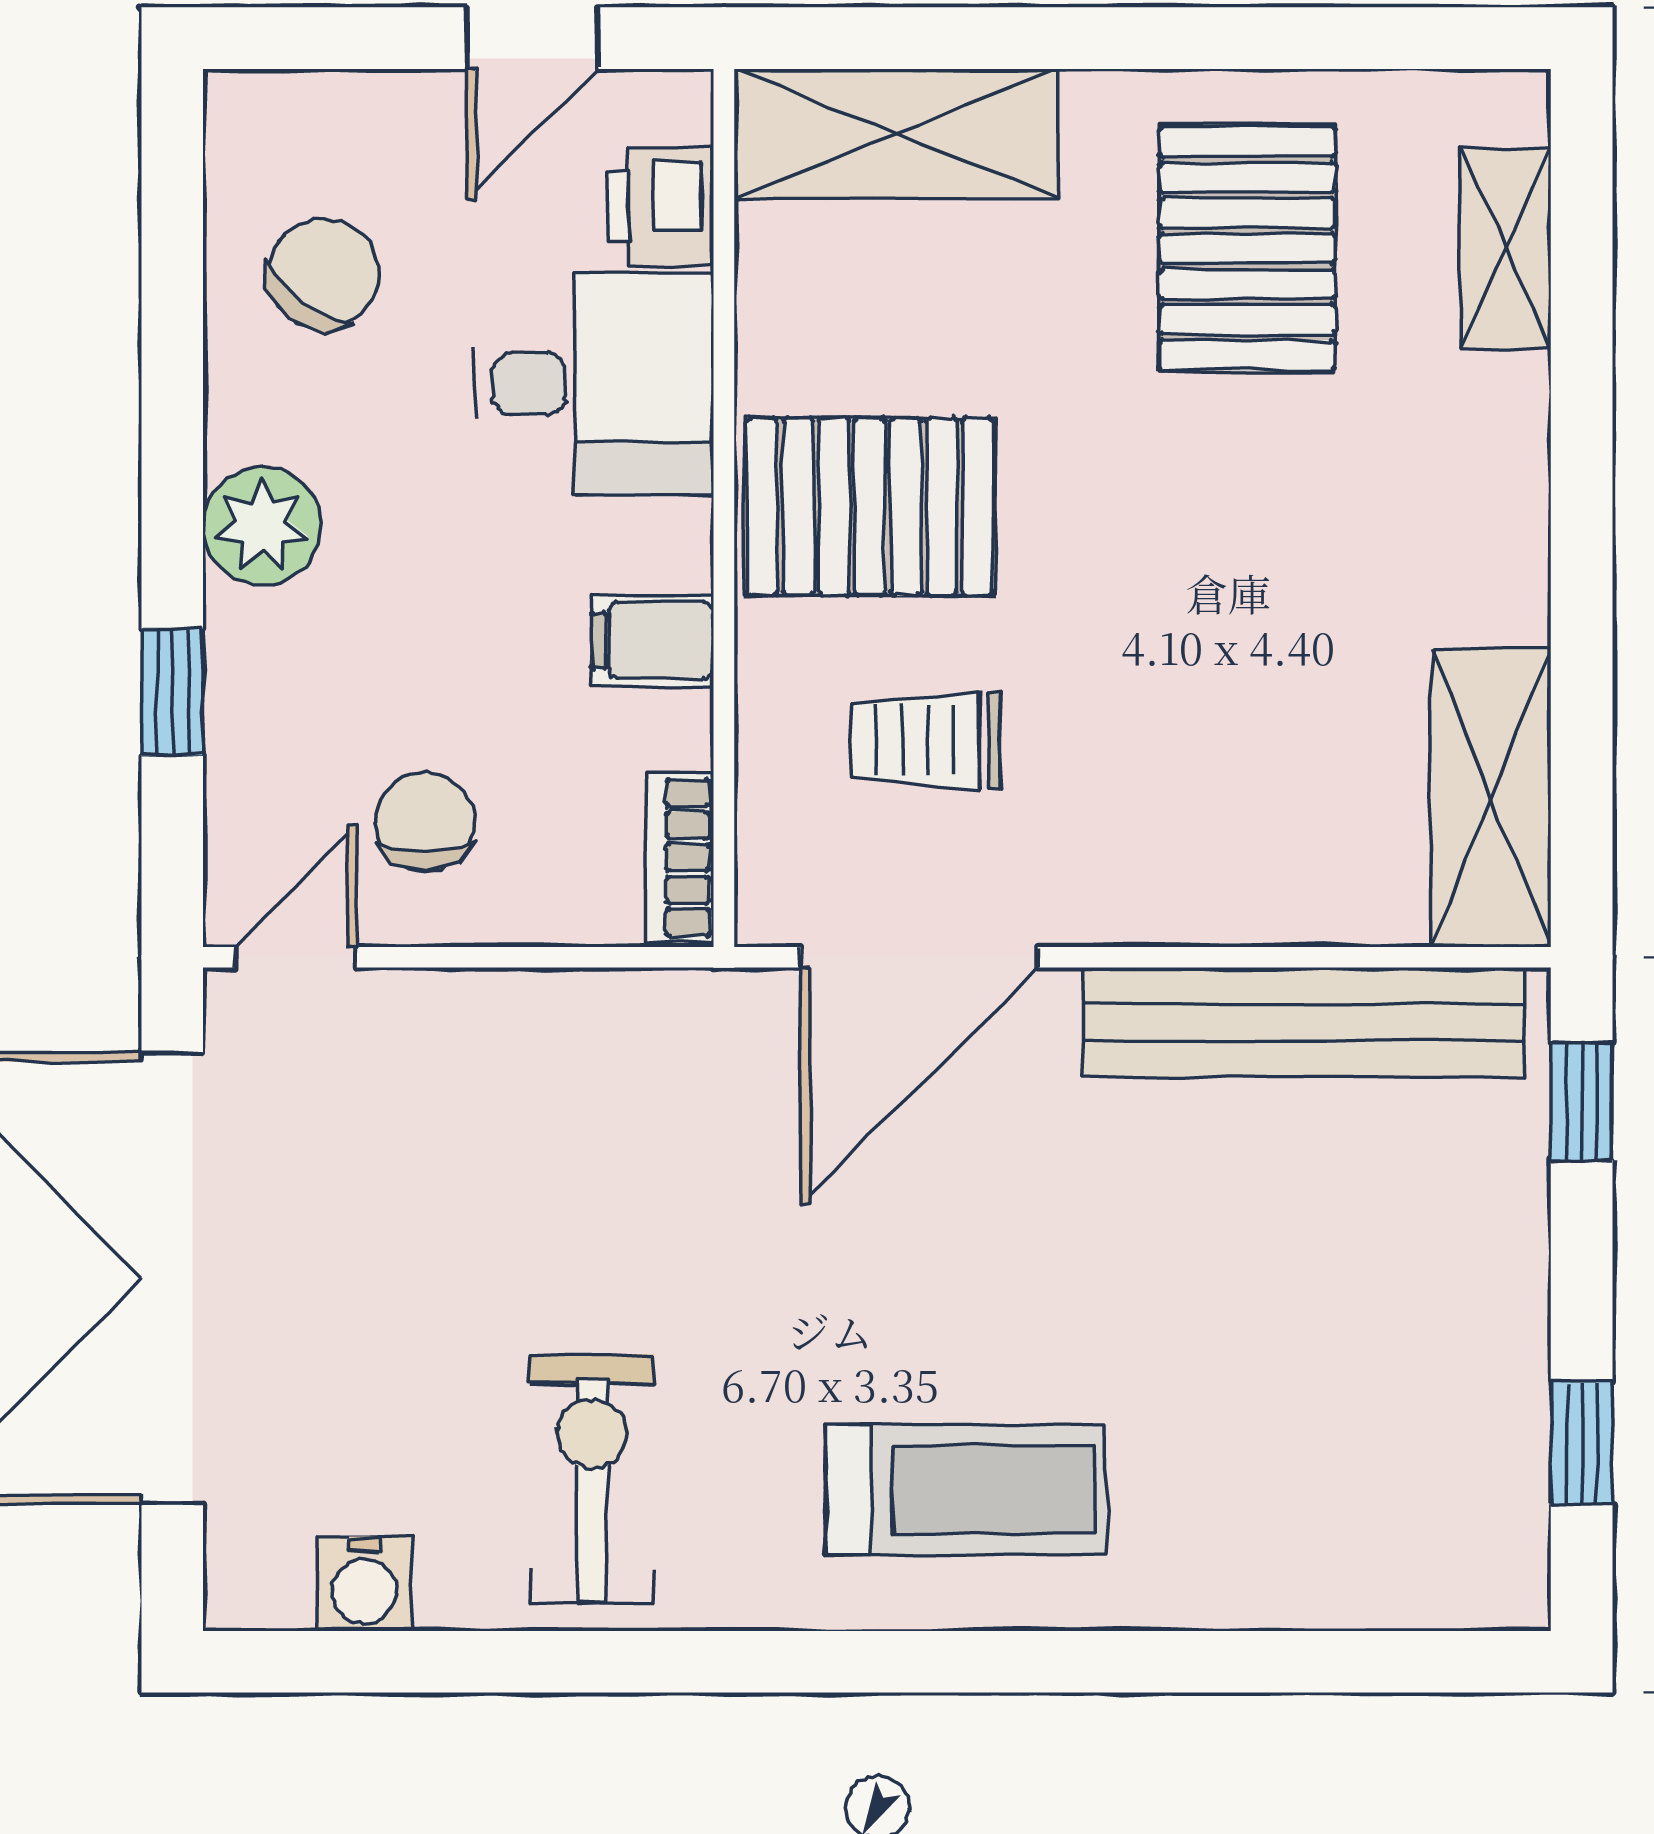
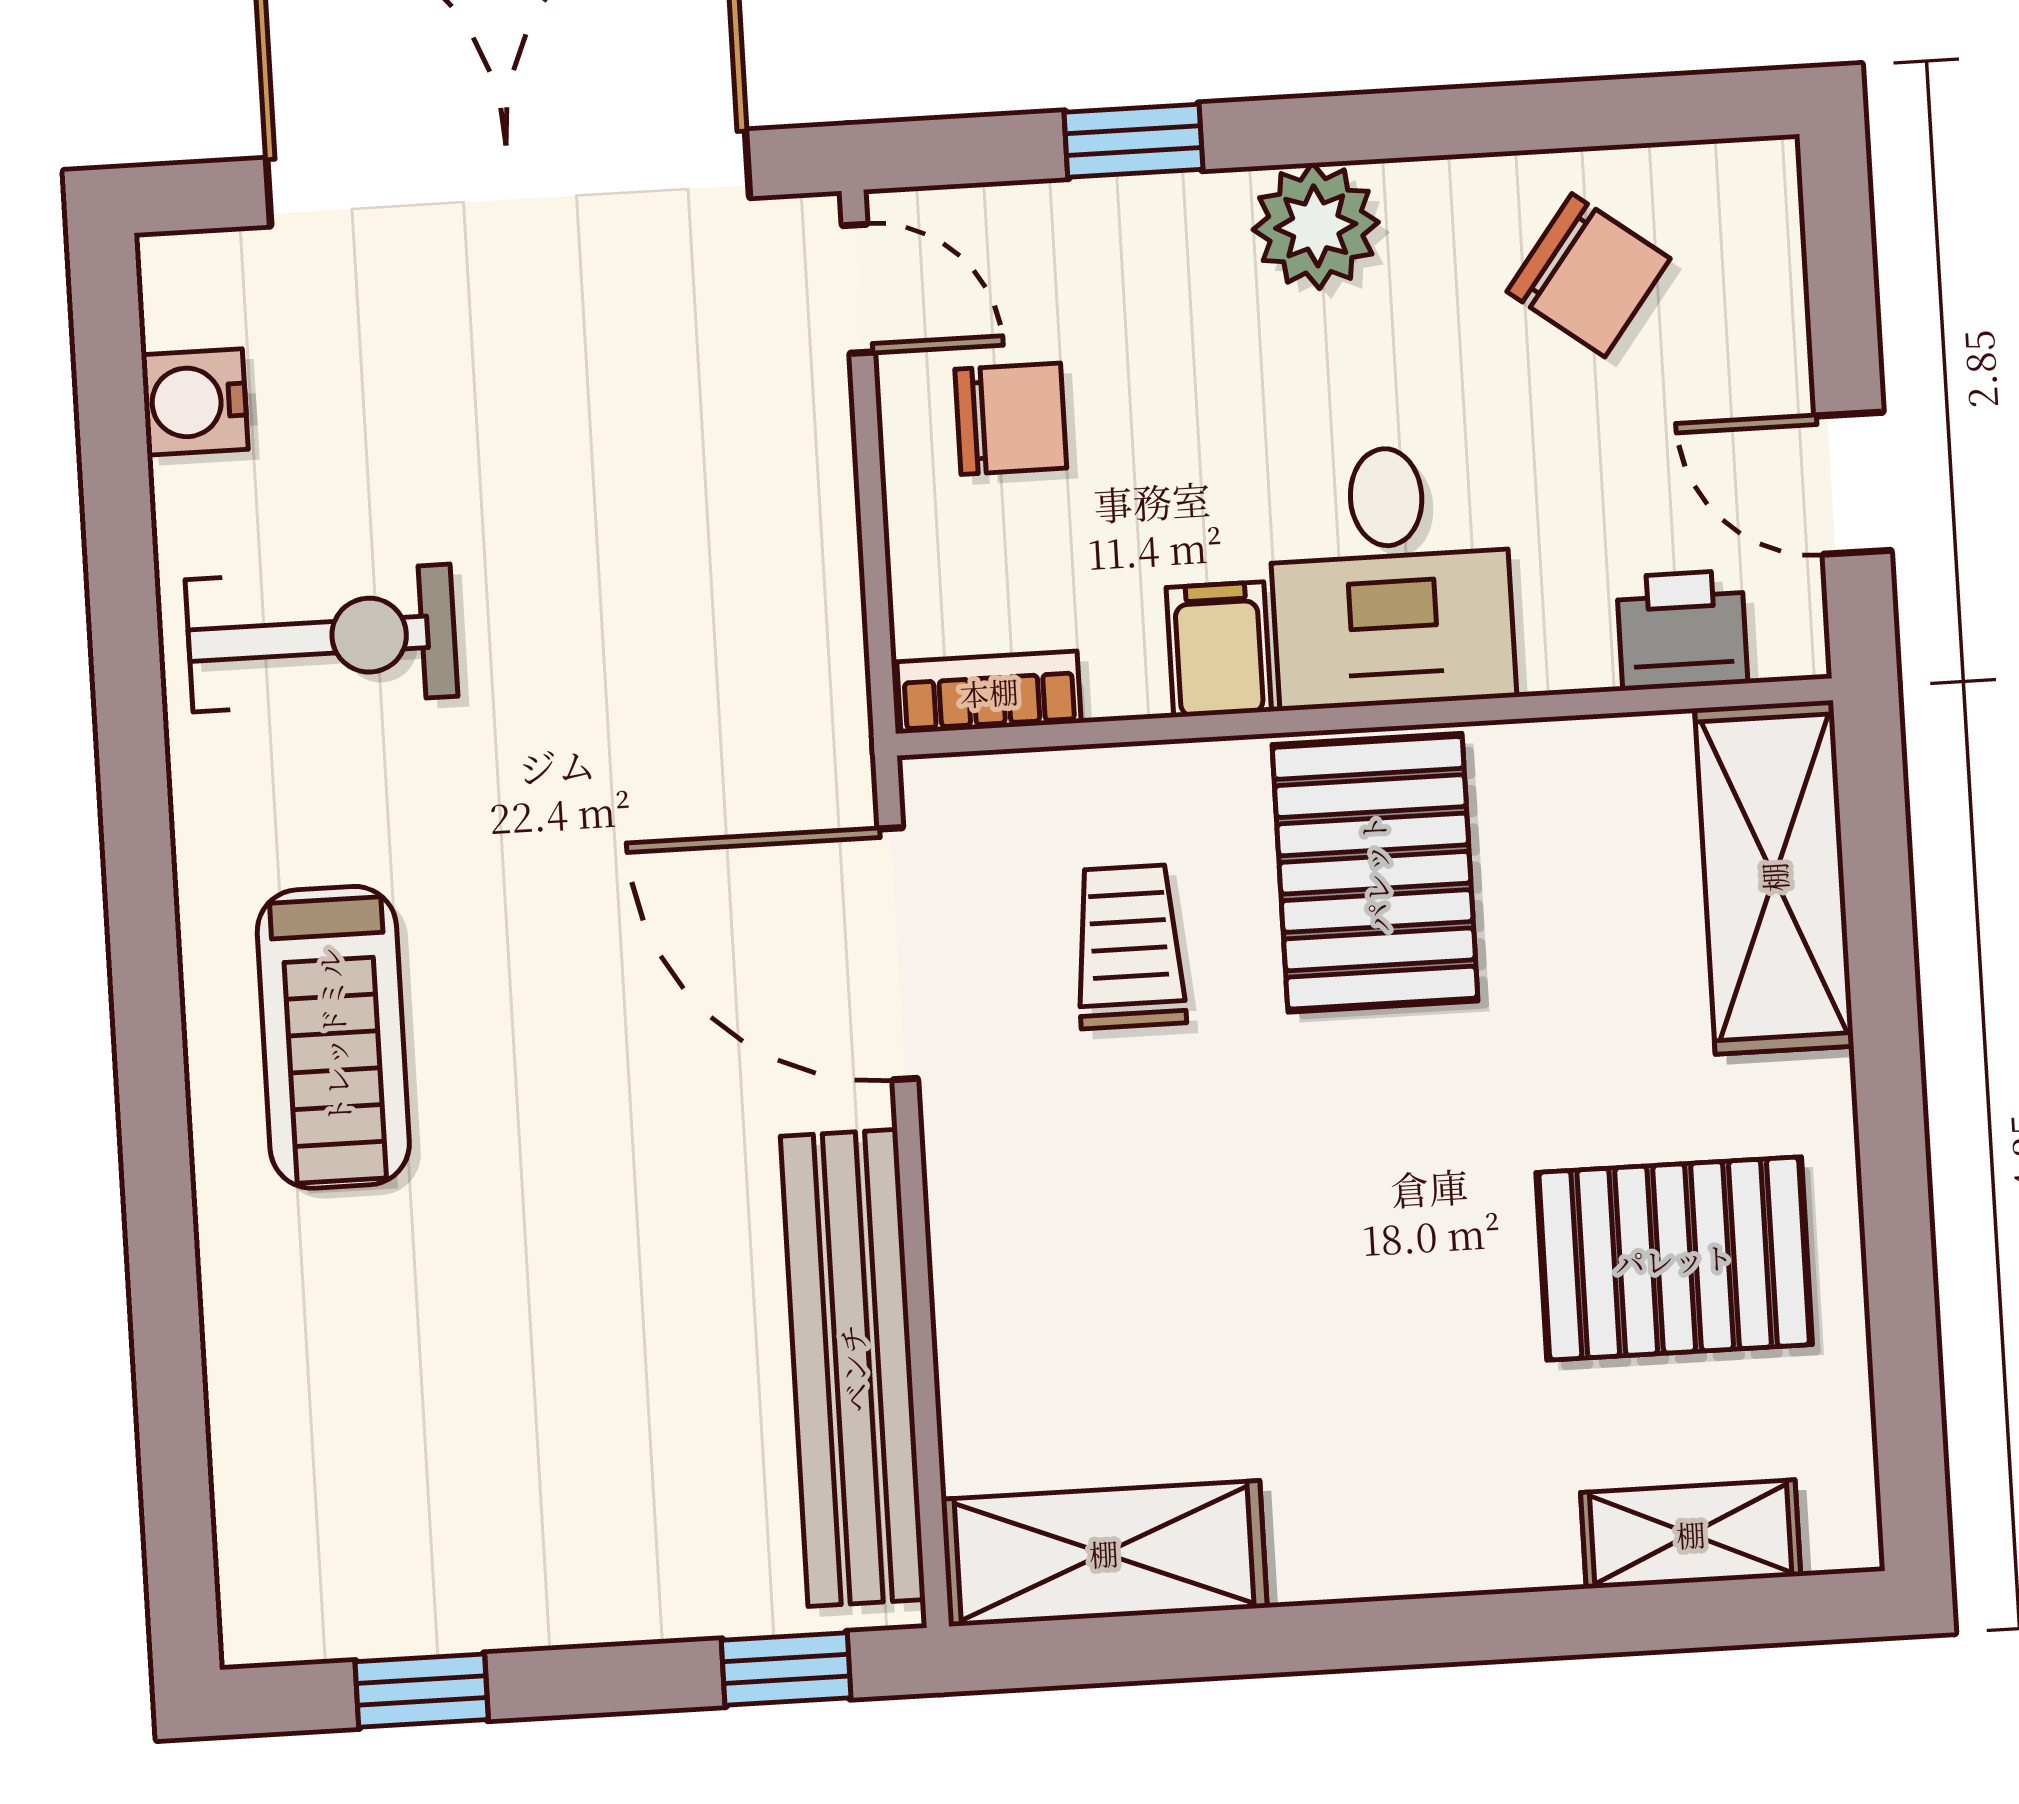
desk: (594, 384) -> (1391, 576), moved

